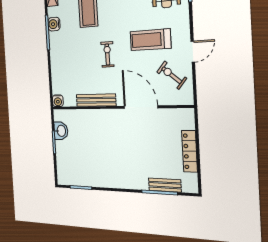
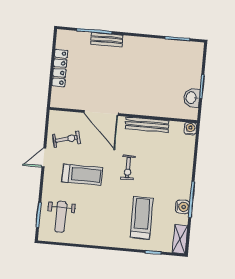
exercise bike: (172, 75) -> (66, 139), turned -54
bench: (165, 185) -> (107, 40), moved

